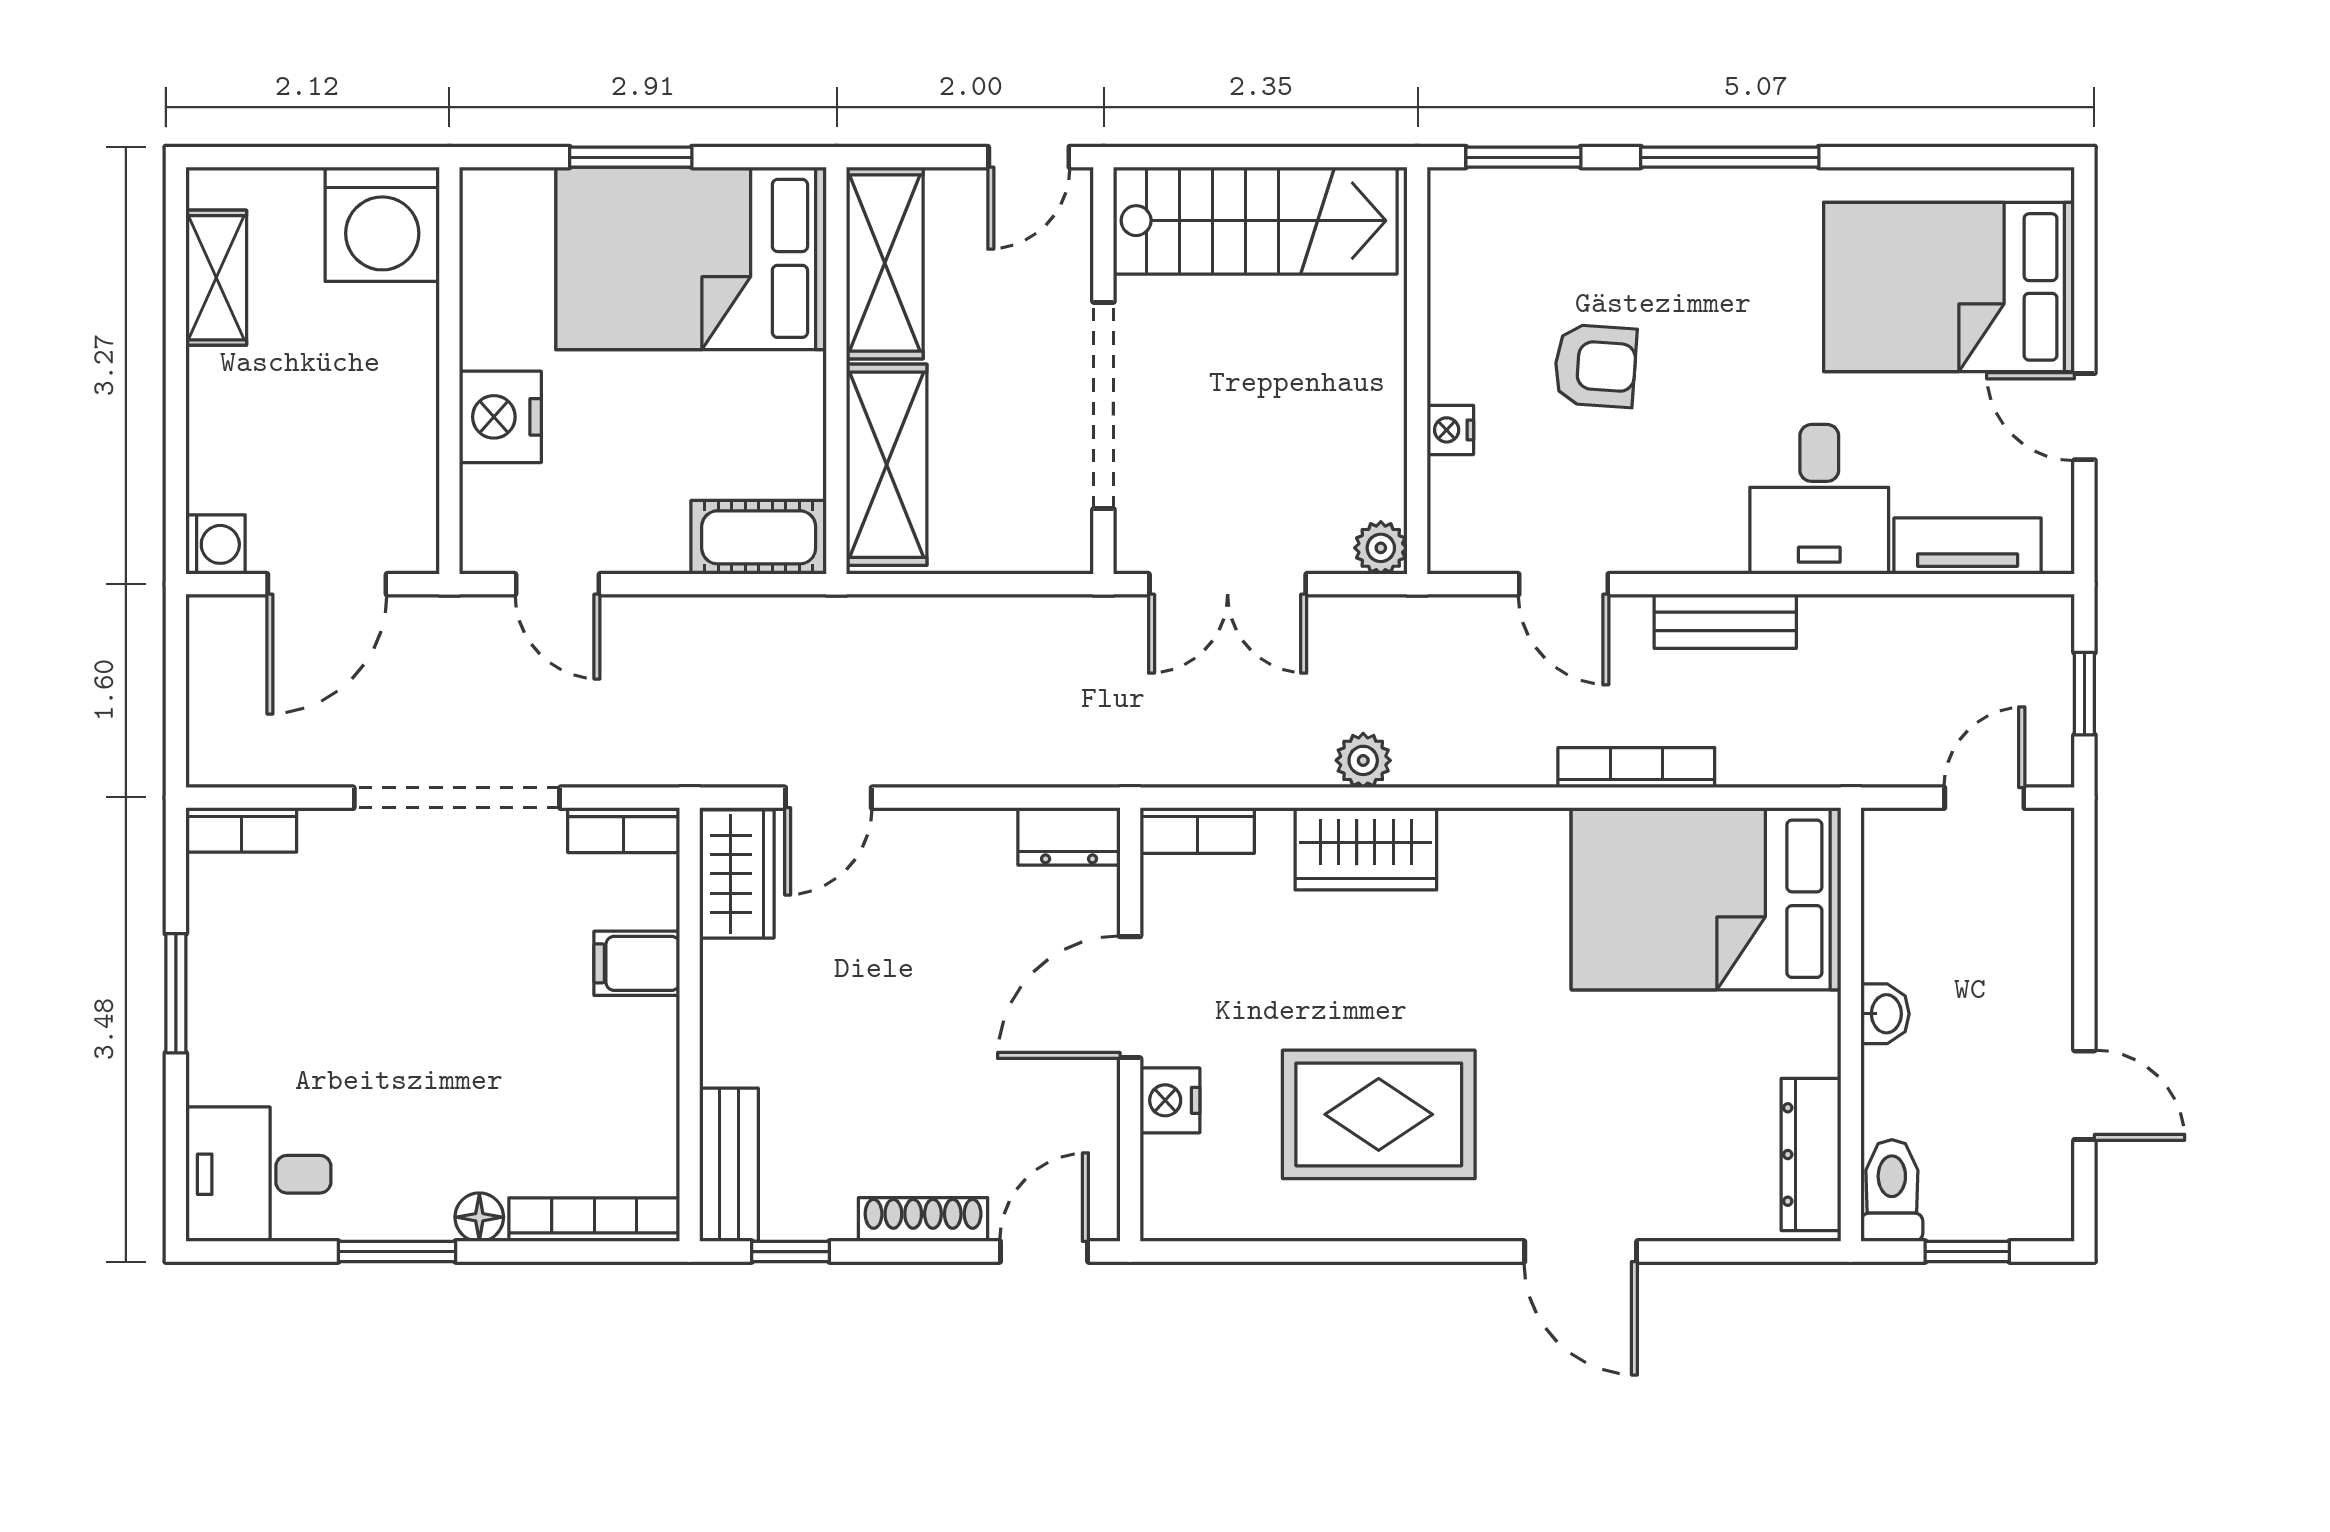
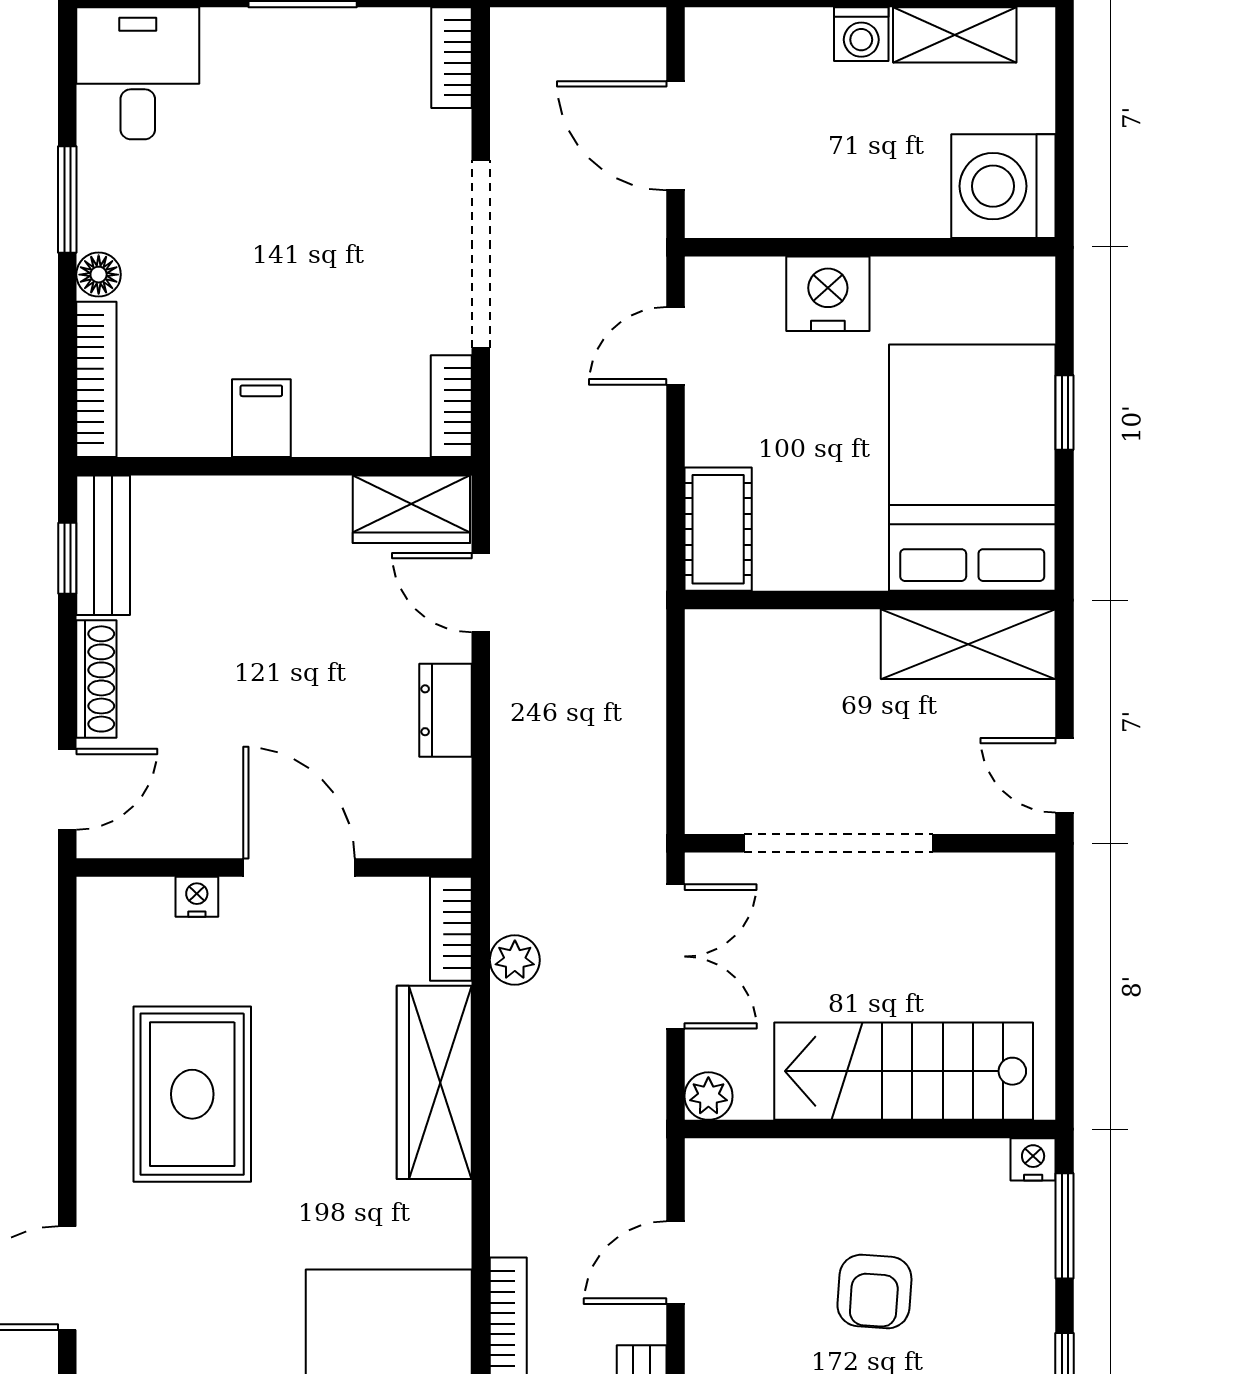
window: (631, 157) -> (1065, 413), width x0.67
stairs: (1255, 221) -> (904, 1071), moved, turned 90
nightstand: (1450, 430) -> (1033, 1159), moved
shelving: (887, 465) -> (784, 646), removed
washing machine: (216, 544) -> (861, 34), moved
double door: (1228, 584) -> (675, 956), swing flipped
plant: (1363, 760) -> (515, 960), moved
dresser: (1069, 836) -> (446, 710), moved
wardrobe: (1366, 849) -> (434, 1082), width x1.50
filing cabinet: (637, 963) -> (261, 418), moved
nightstand: (1170, 1100) -> (197, 897), width x0.72, depth x0.74
bench: (729, 1165) -> (103, 545), moved, turned 90
door: (1044, 1252) -> (67, 789), hinge flipped

